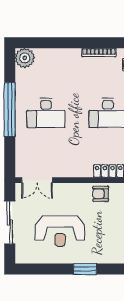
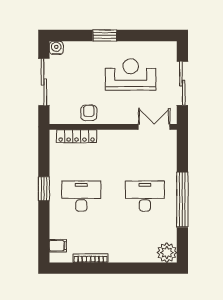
armchair: (101, 194) -> (89, 113), turned -90

